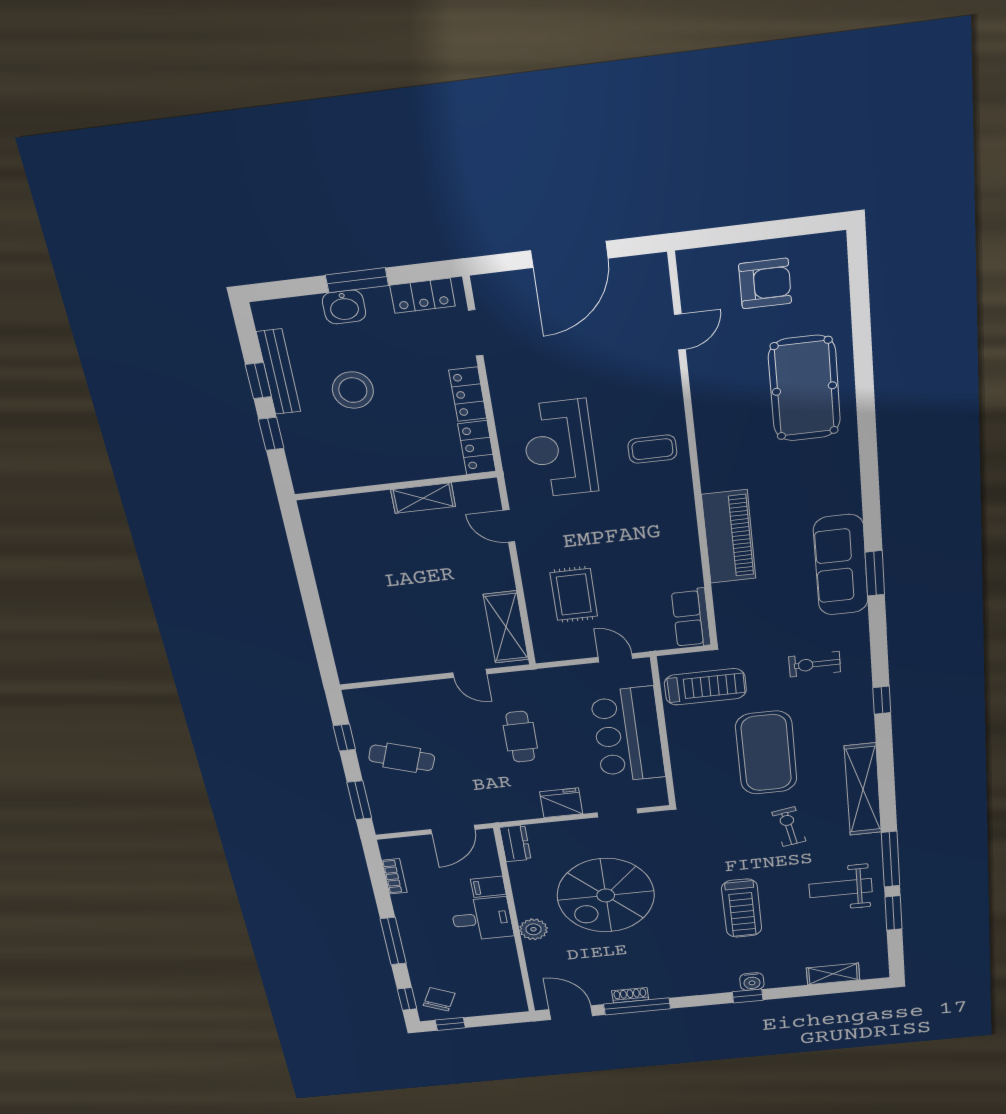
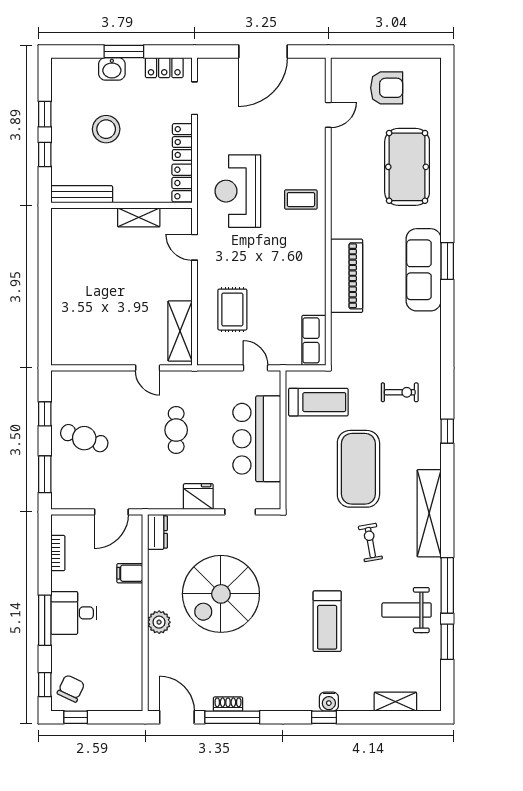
bench: (279, 372) -> (82, 194), moved, turned 90
sofa: (841, 565) -> (424, 270), moved
window: (875, 573) -> (447, 261), moved
exercise bike: (815, 664) -> (400, 392), turned 180
desk: (482, 919) -> (74, 613), moved, turned 180

